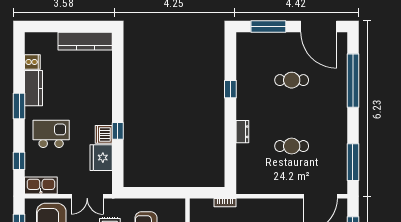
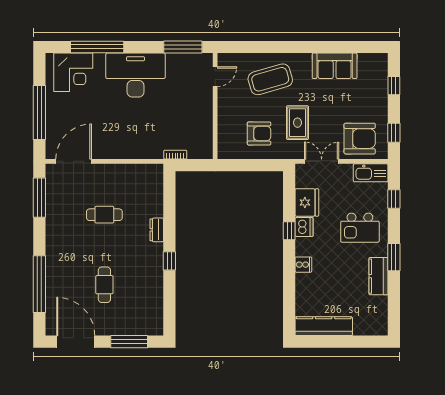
cooker: (32, 62) -> (303, 265), moved, turned 180
cafe table: (292, 80) -> (104, 285), turned 90
window: (230, 89) -> (169, 261), moved

